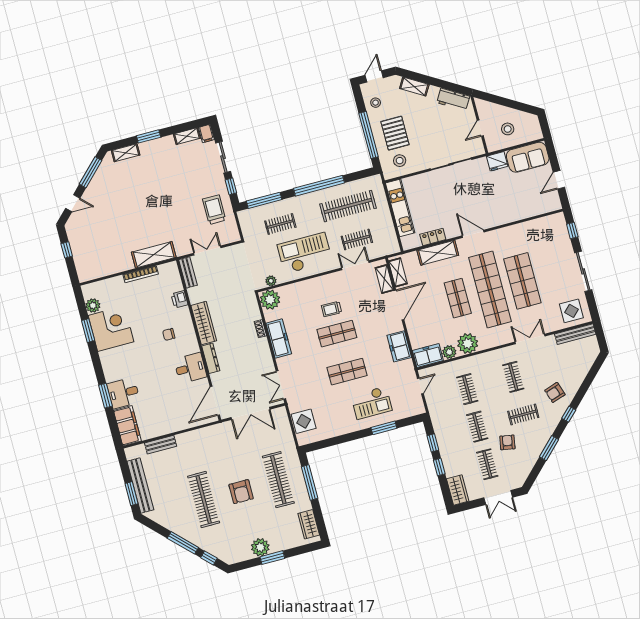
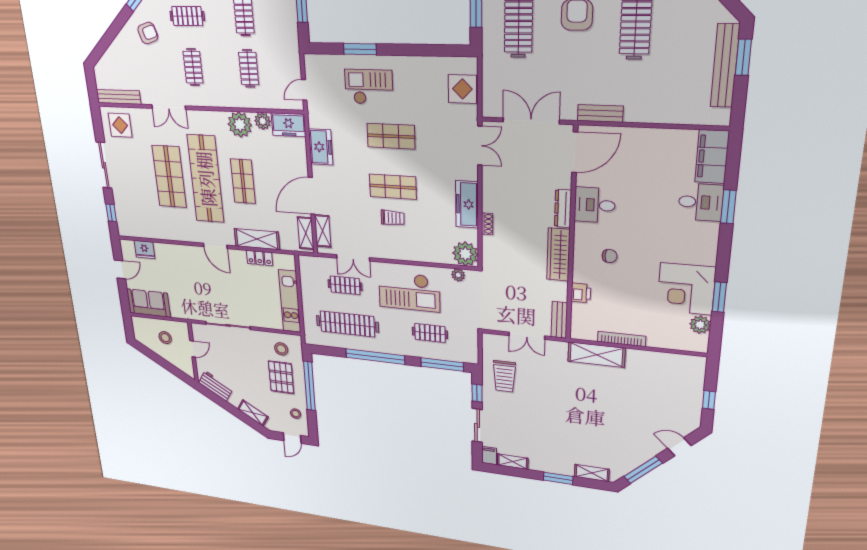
fridge: (497, 161) -> (144, 250), moved, turned 180
bench: (161, 445) -> (600, 113), moved

